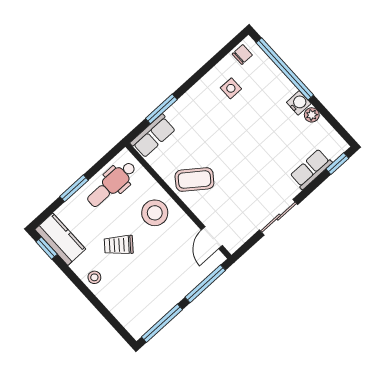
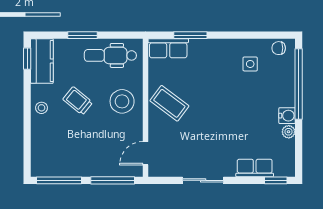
chair: (242, 55) -> (279, 48), turned 180

